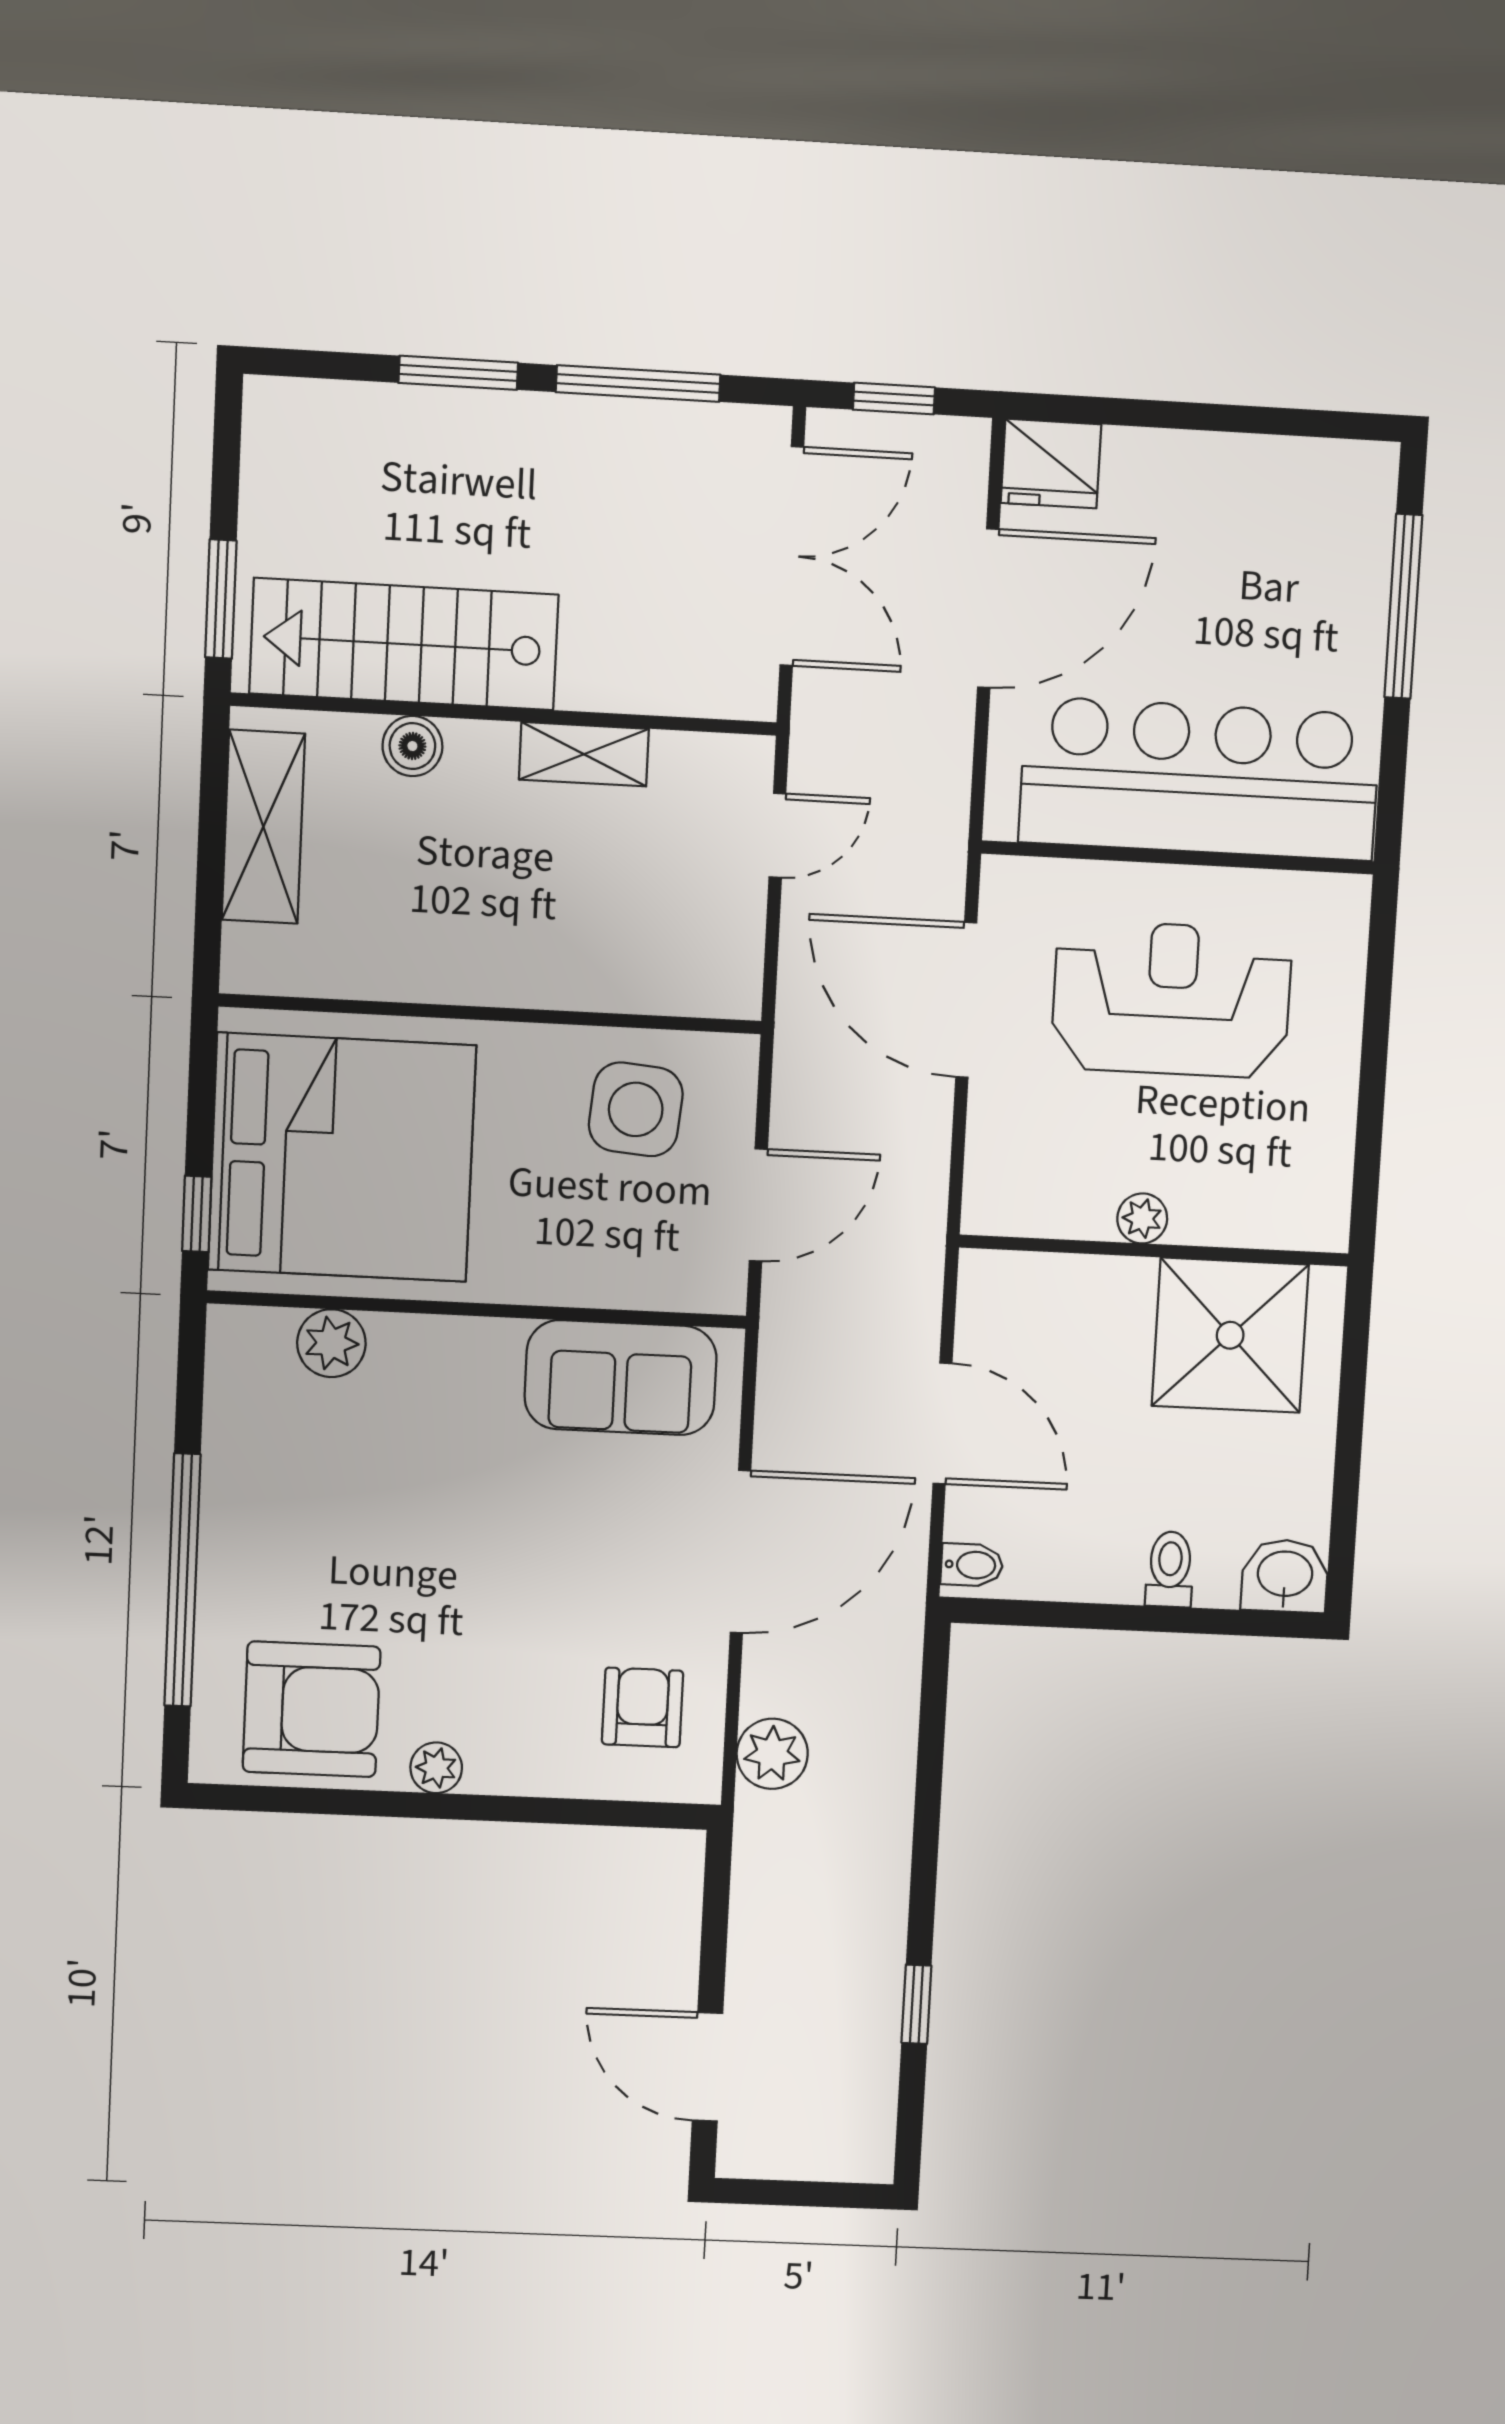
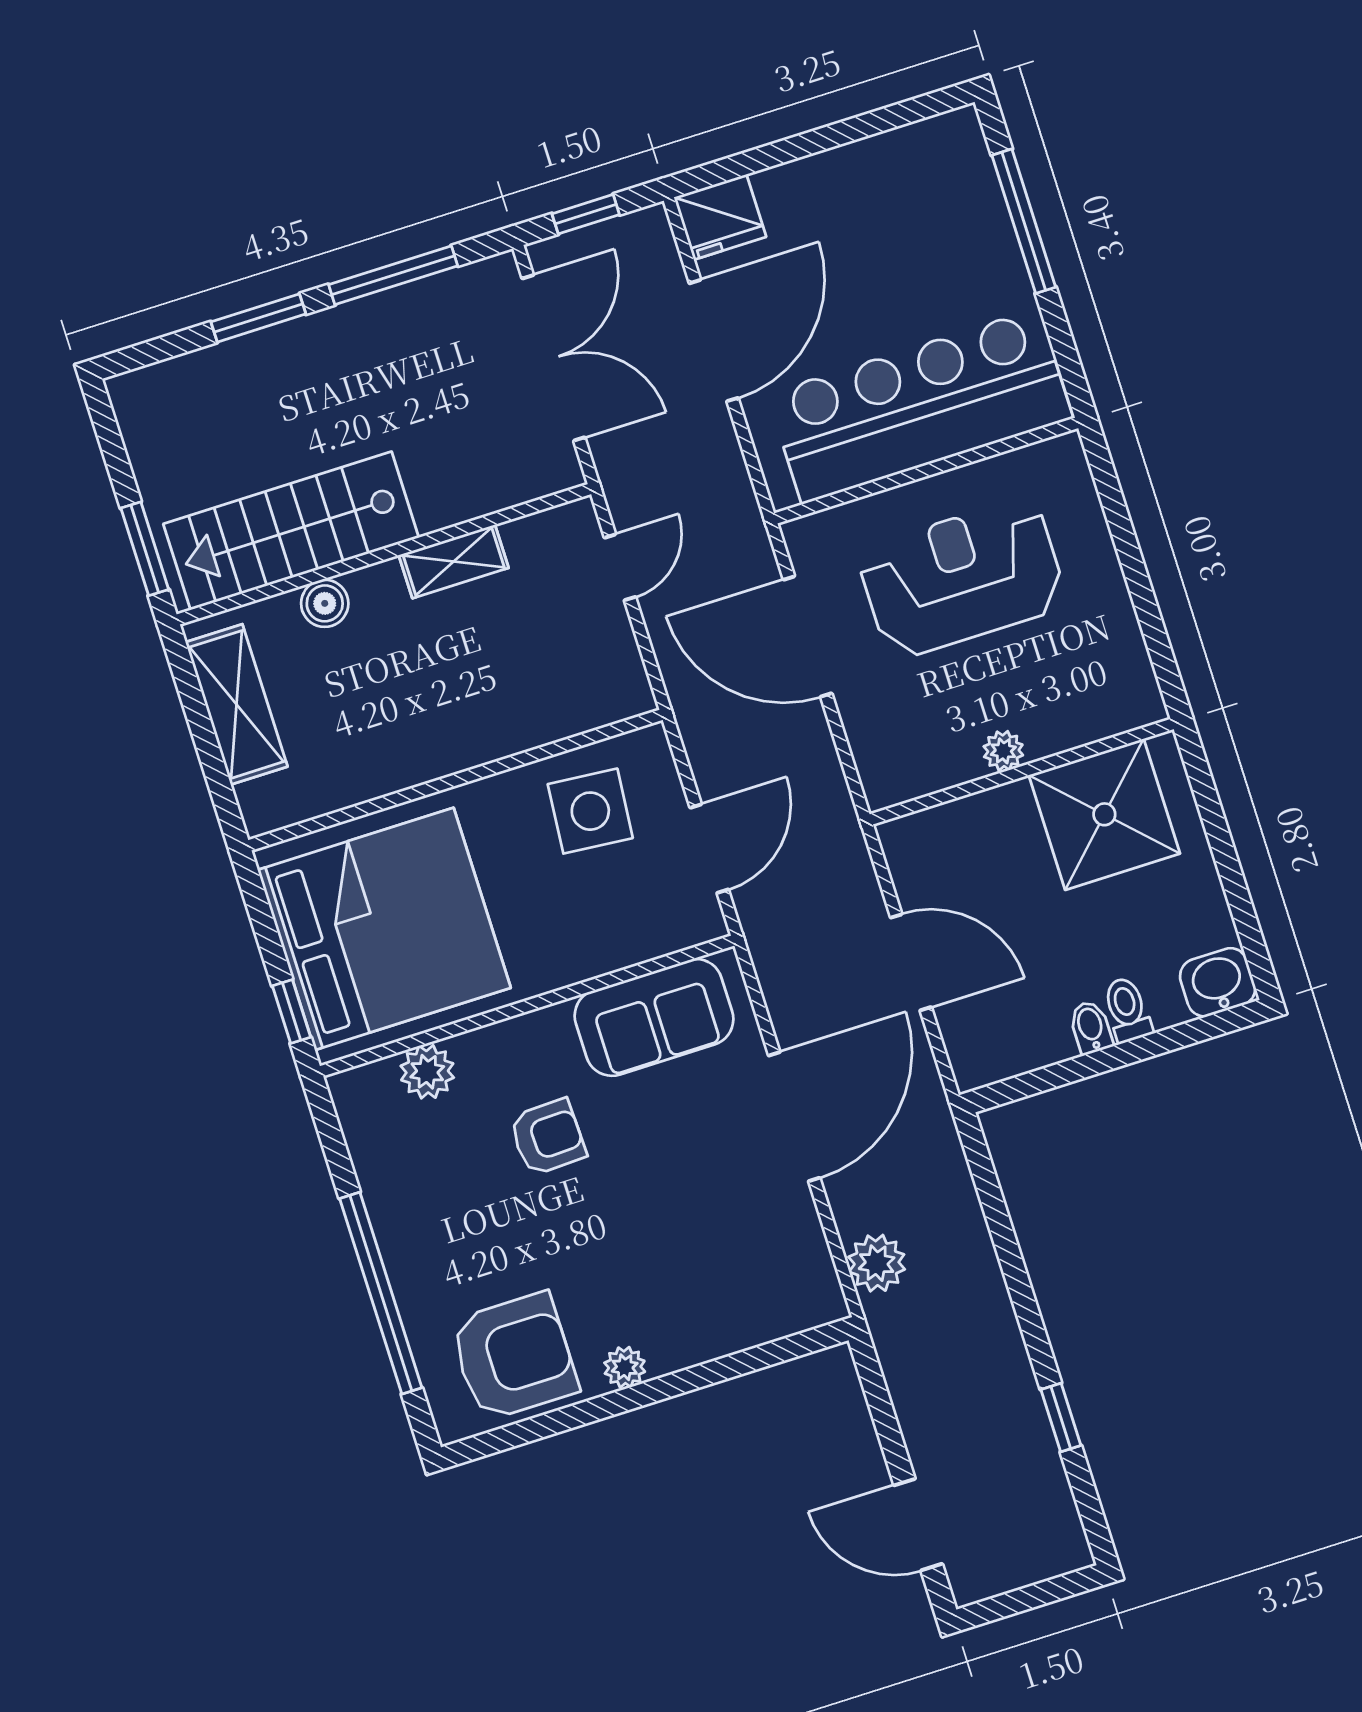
bidet: (972, 1565) -> (1091, 1027), moved, turned -90
armchair: (642, 1707) -> (548, 1137), moved, turned 88

